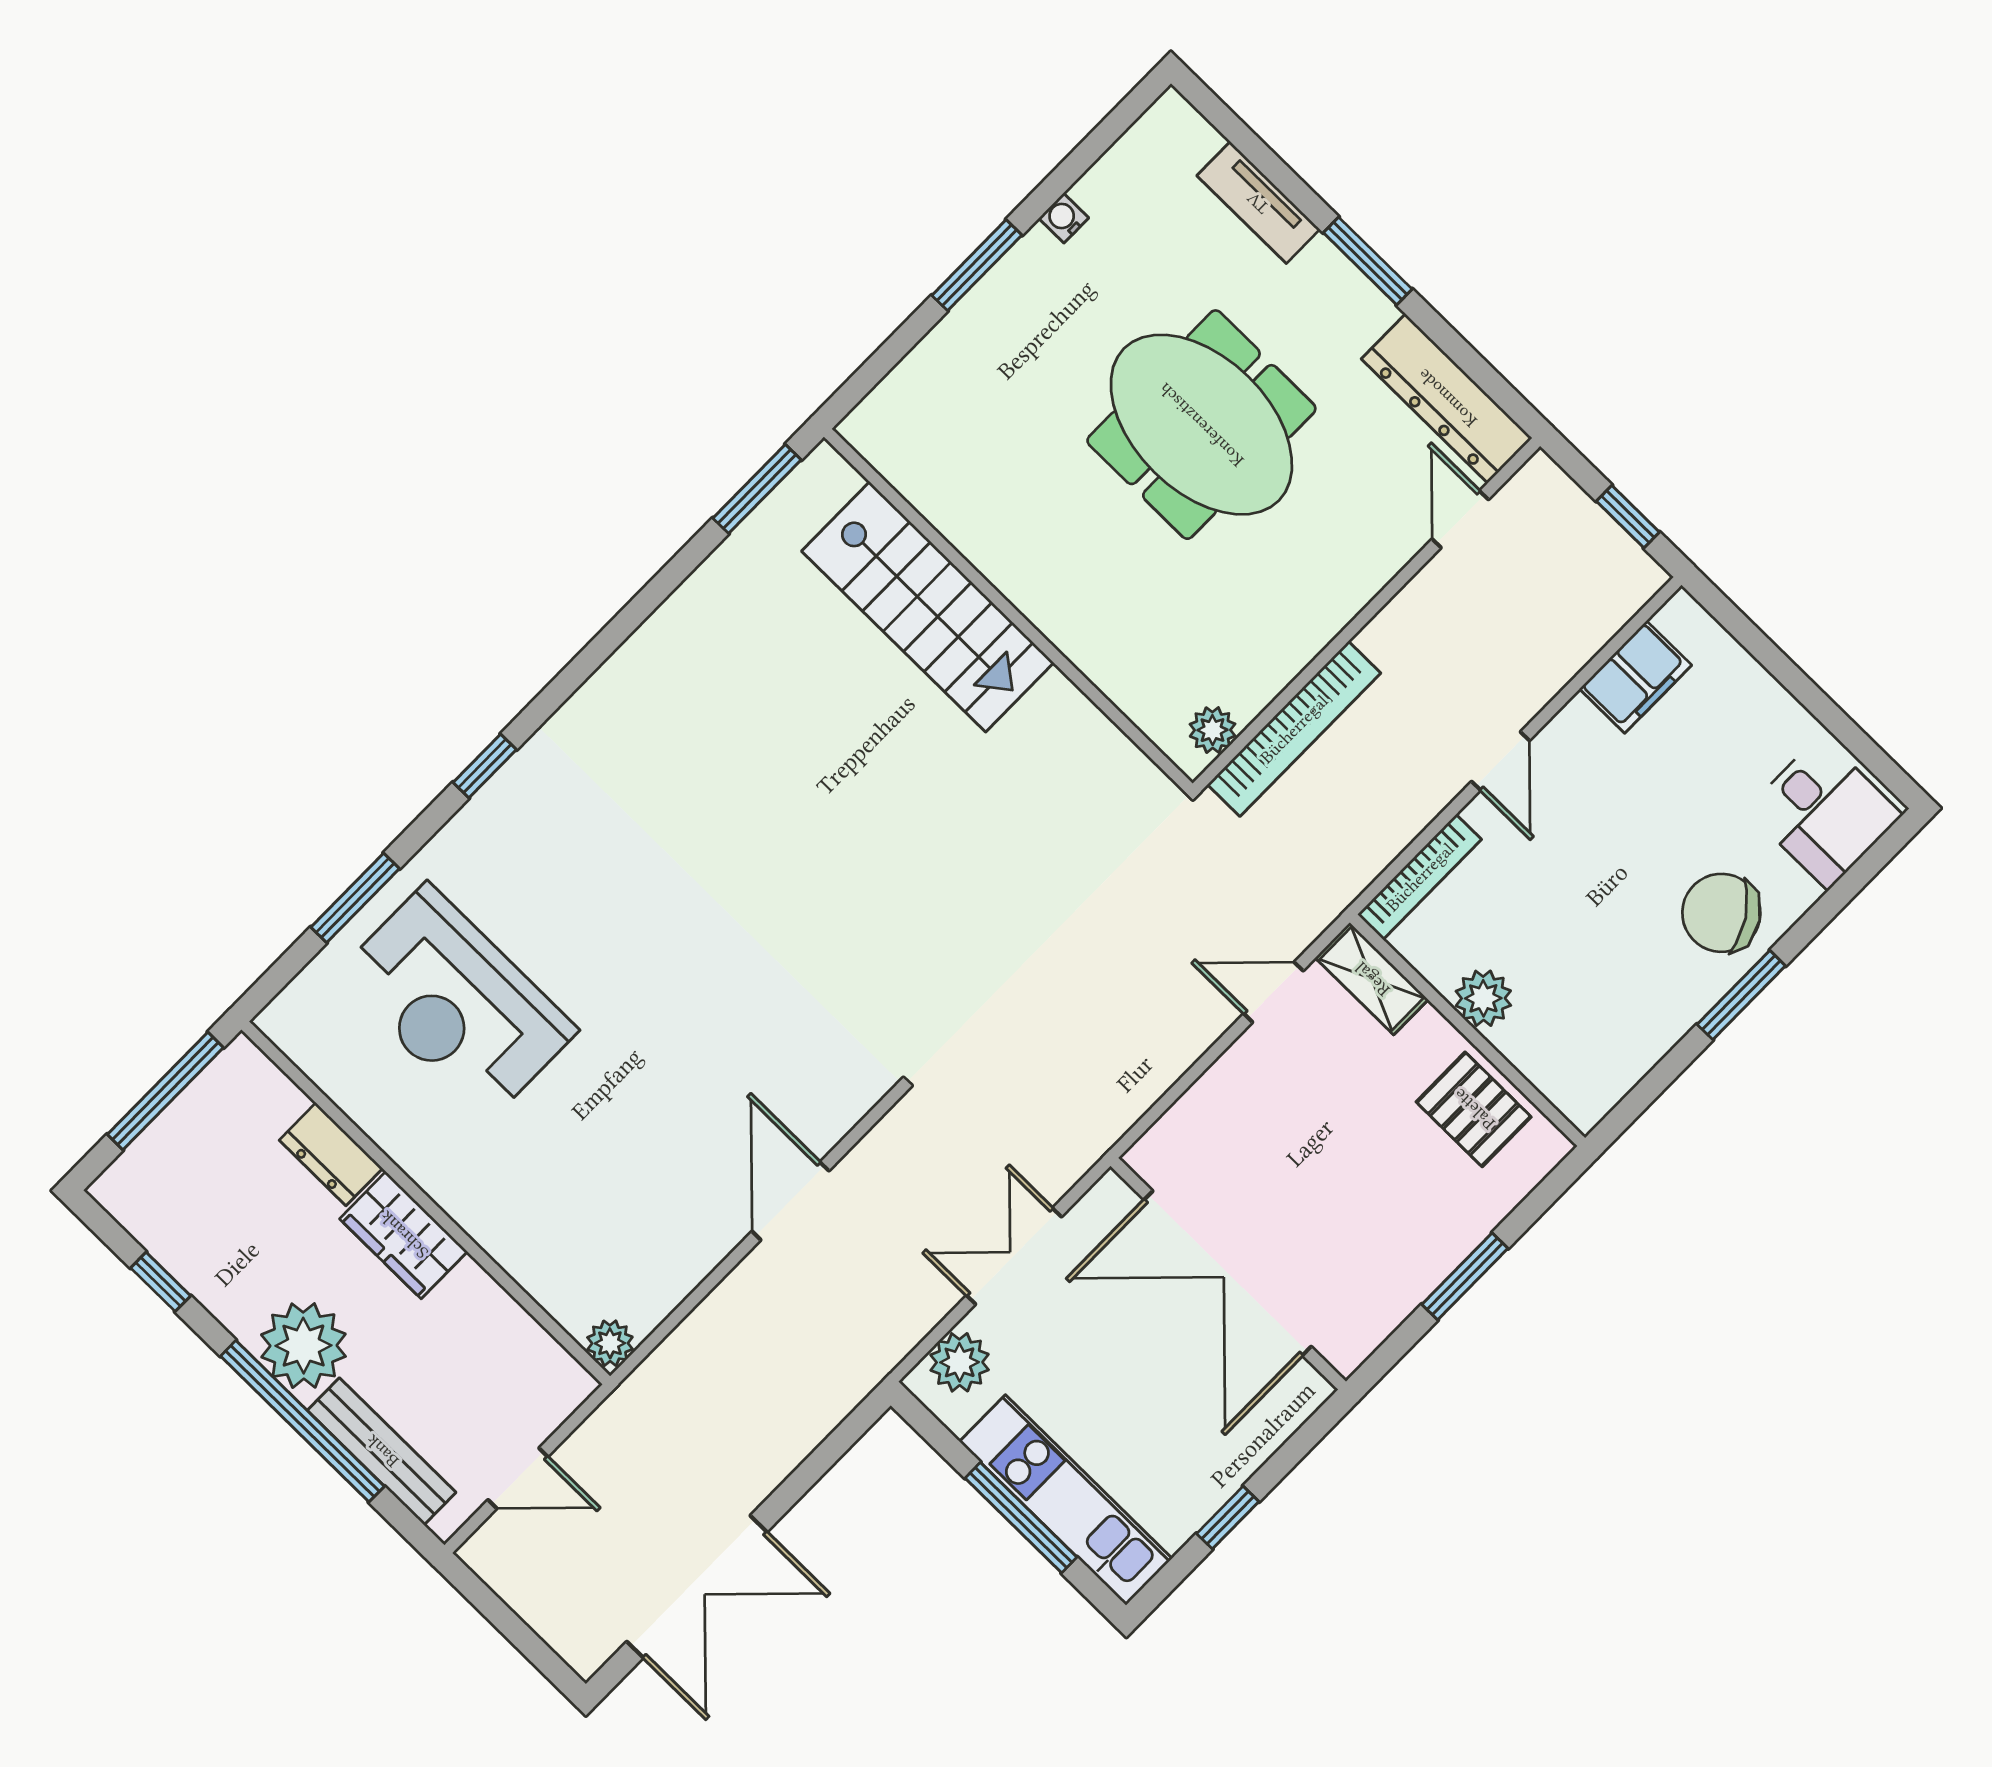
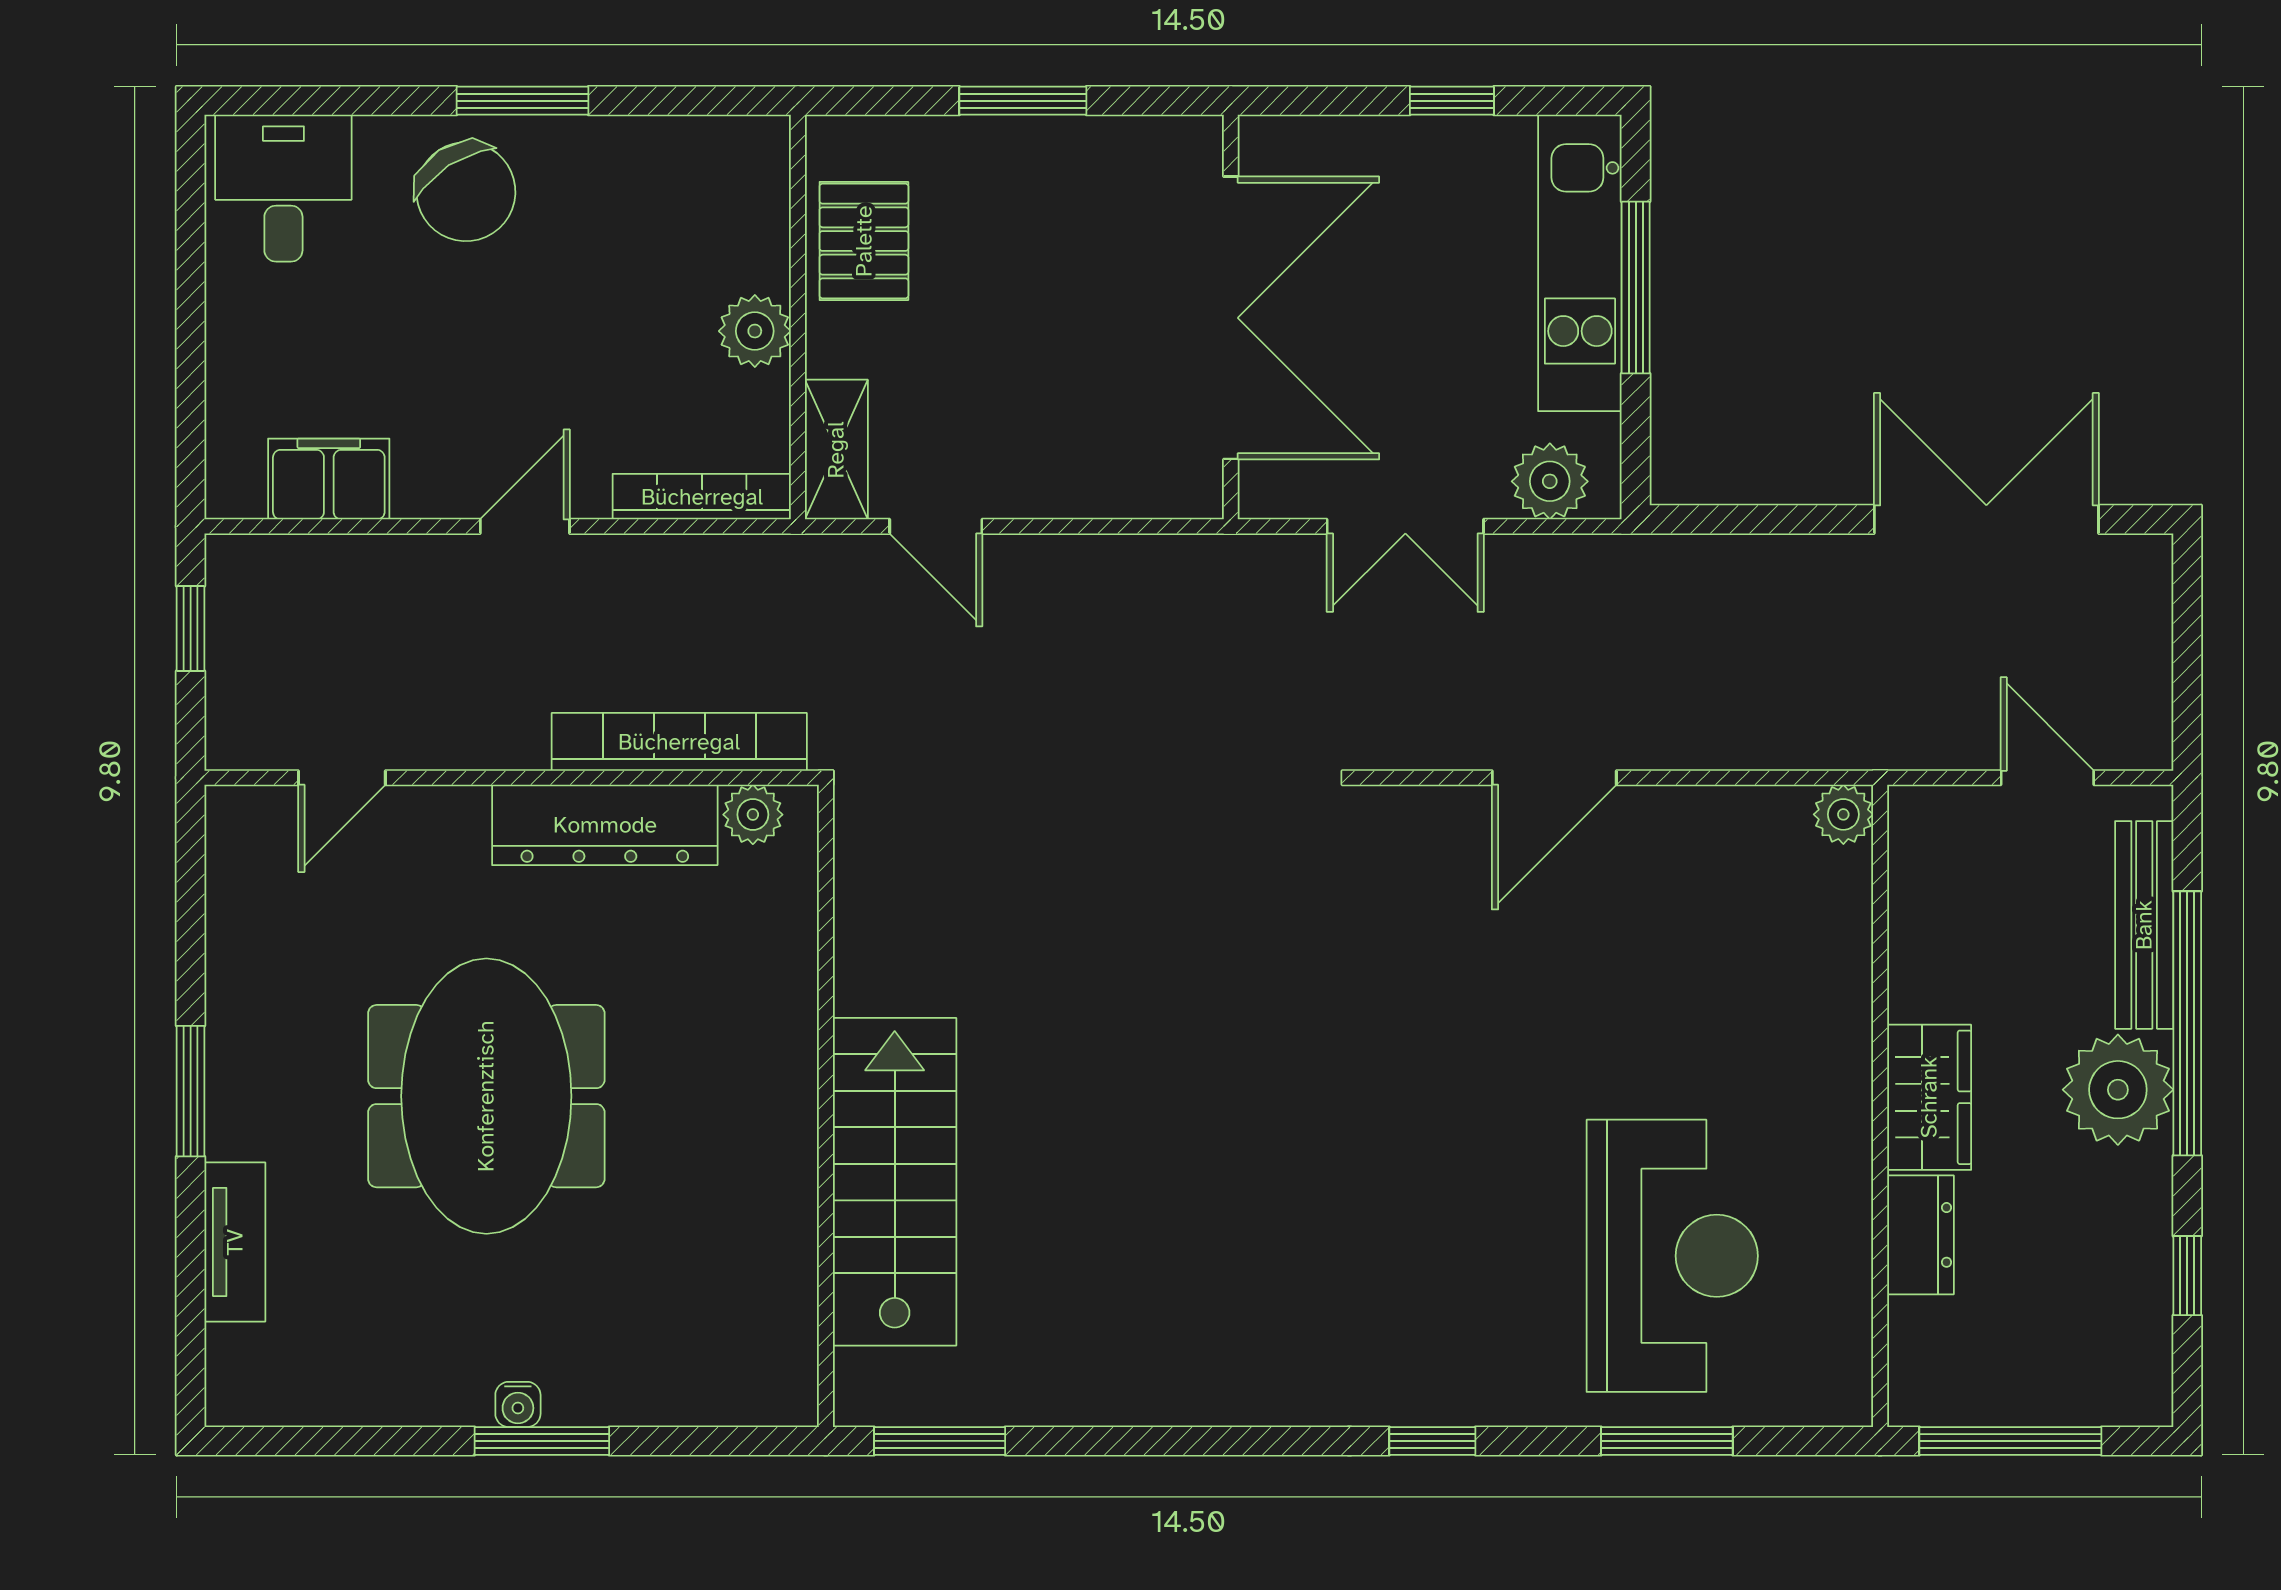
water cooler: (1064, 218) -> (518, 1404), moved
dresser: (1447, 398) -> (605, 825), moved, turned 90

